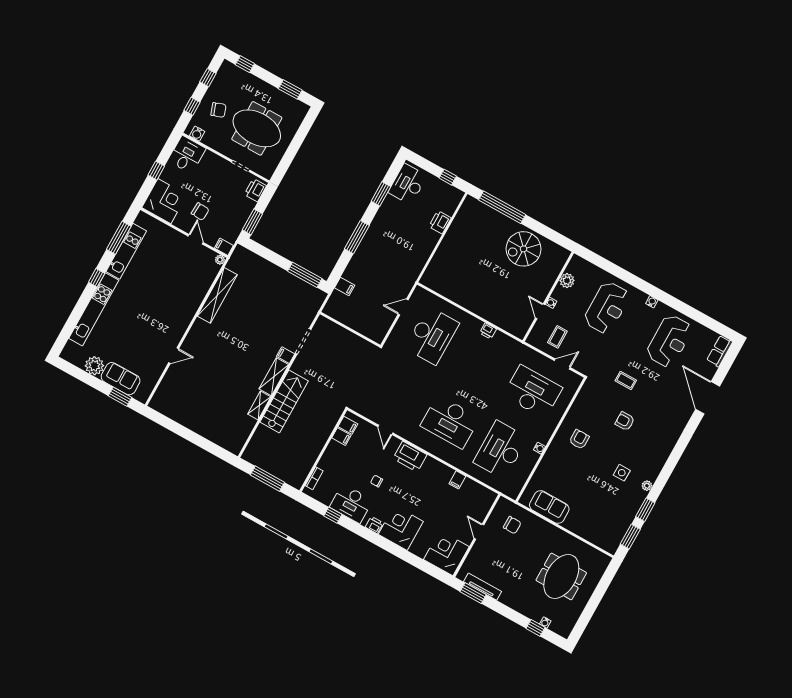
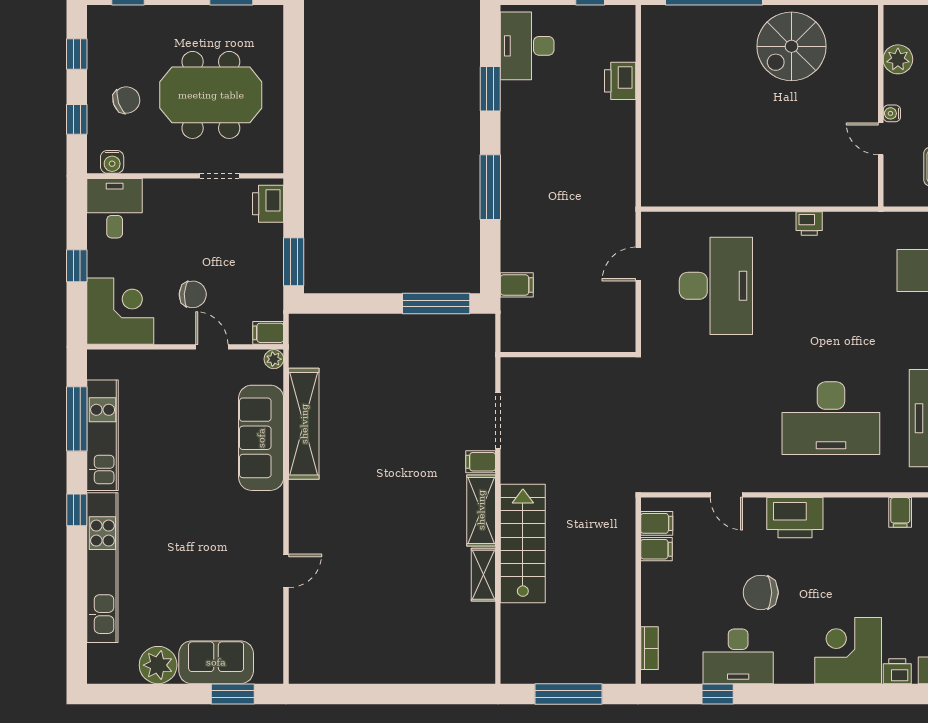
sofa: (195, 291) -> (261, 438), added
chair: (377, 481) -> (761, 592), width x1.87, depth x1.87
printer: (374, 525) -> (897, 671), moved

